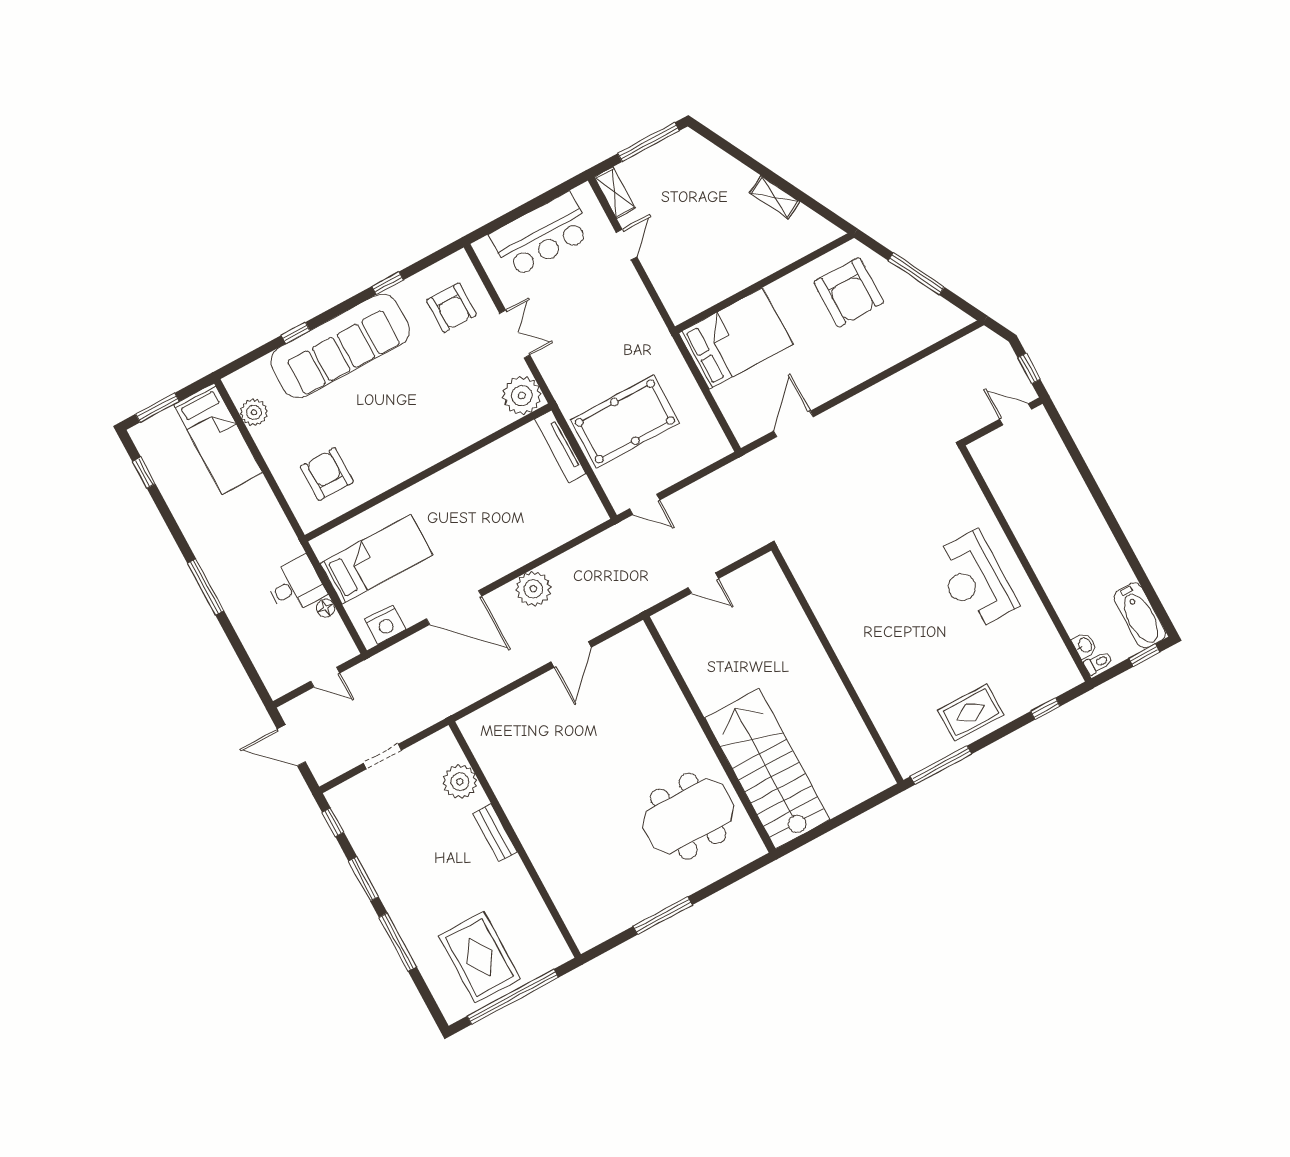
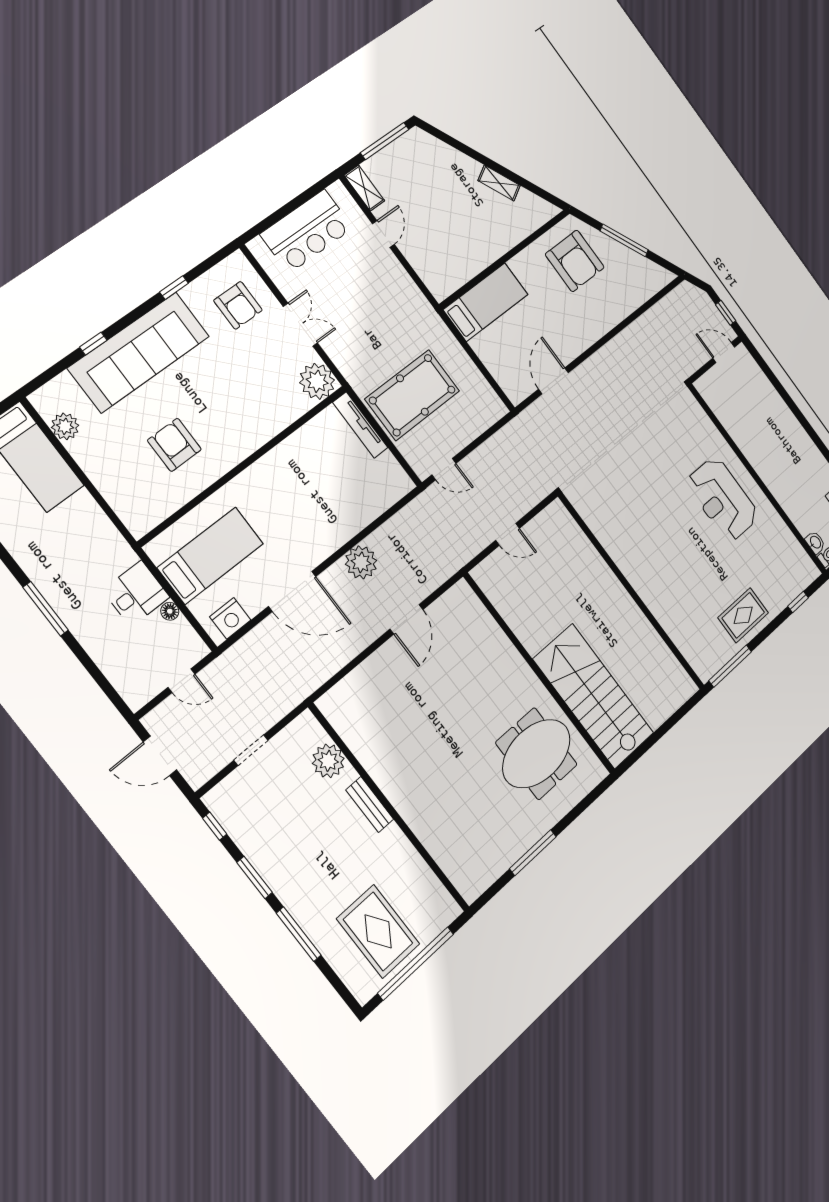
bed: (736, 339) -> (486, 302), width x0.67
armchair: (327, 474) -> (174, 445), moved

